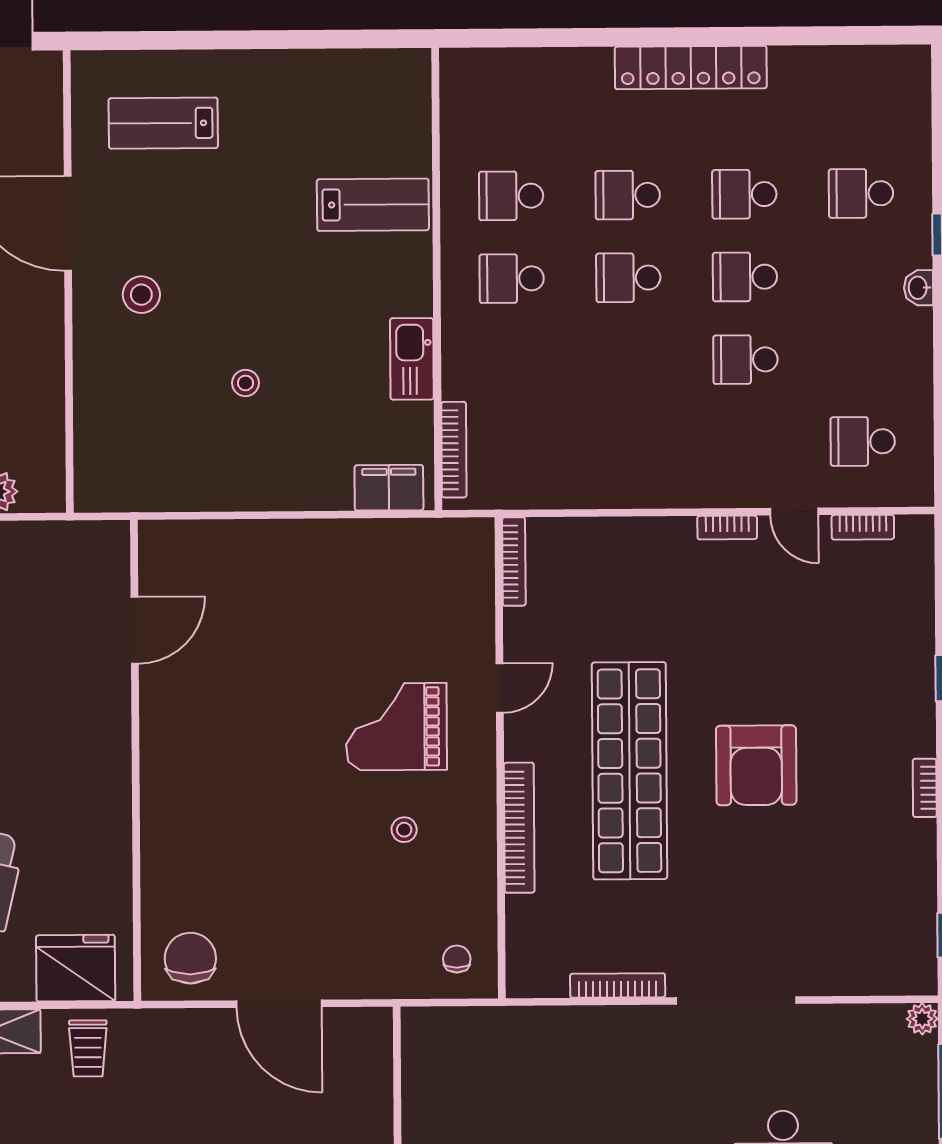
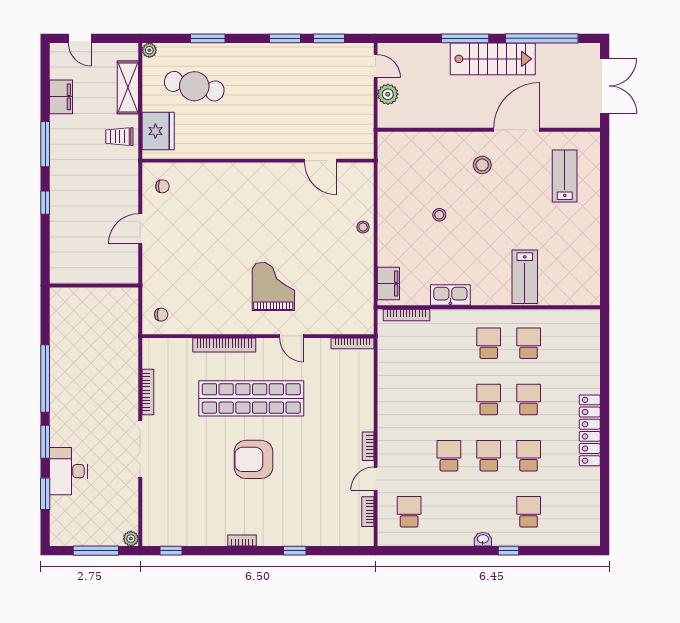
stool: (404, 830) -> (363, 227), moved
chair: (190, 958) -> (162, 186), width x0.54, depth x0.54
door: (279, 1004) -> (140, 229), width x0.73

